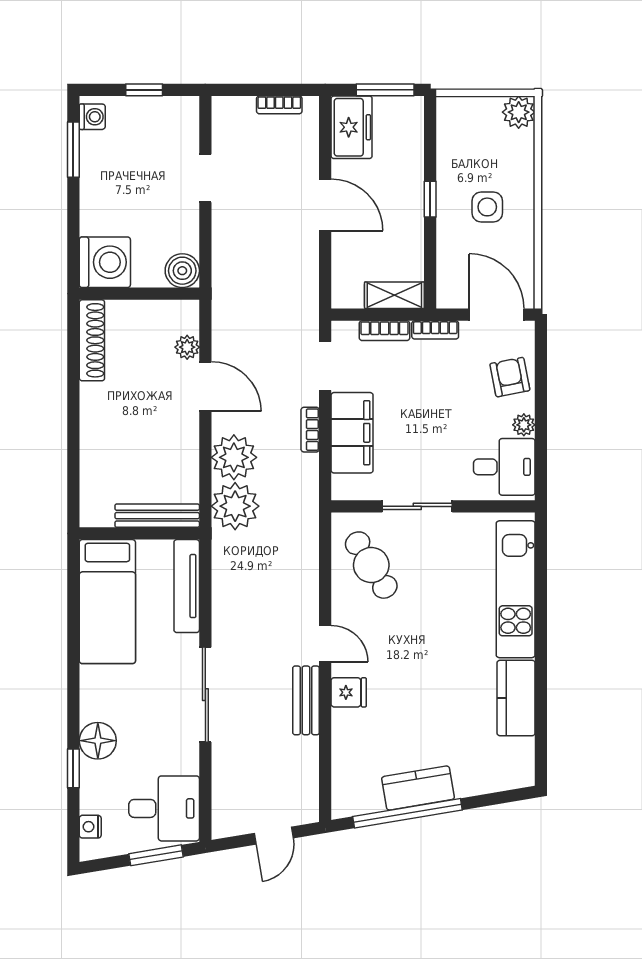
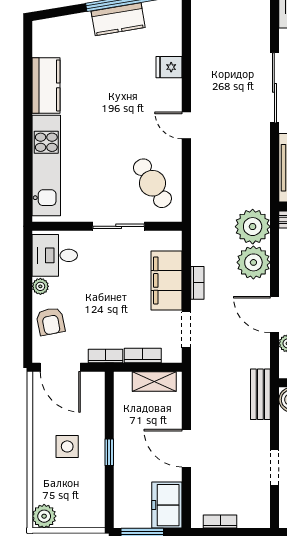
shelving: (394, 295) -> (154, 382), moved
fridge: (349, 692) -> (169, 67), moved
bench: (306, 700) -> (260, 394), moved

